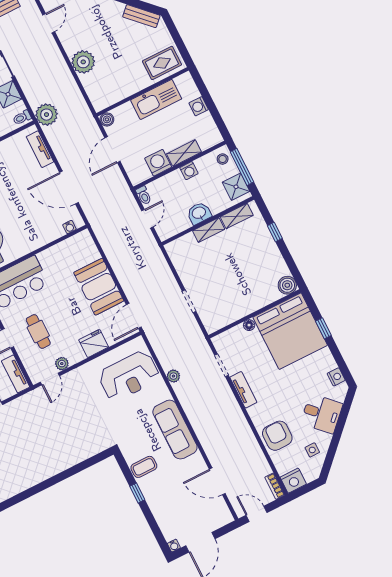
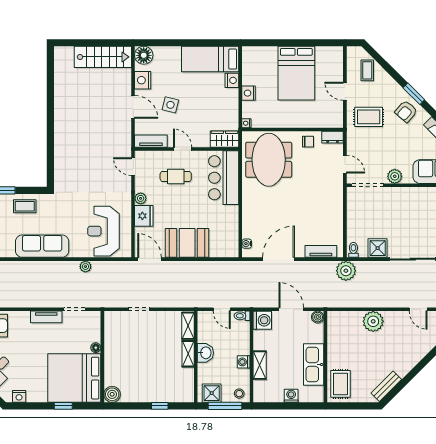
washing machine: (158, 163) -> (262, 320), moved
shelving: (237, 216) -> (188, 326), moved
plant: (62, 364) -> (141, 198), moved
coffee table: (144, 467) -> (25, 206), turned 90

